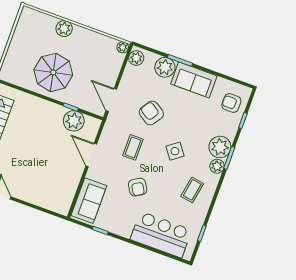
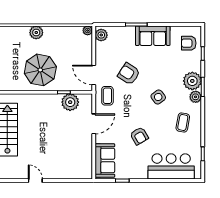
plant: (165, 67) -> (126, 34), removed
coffee table: (133, 147) -> (107, 96), moved
door: (91, 155) -> (94, 124), swing flipped

